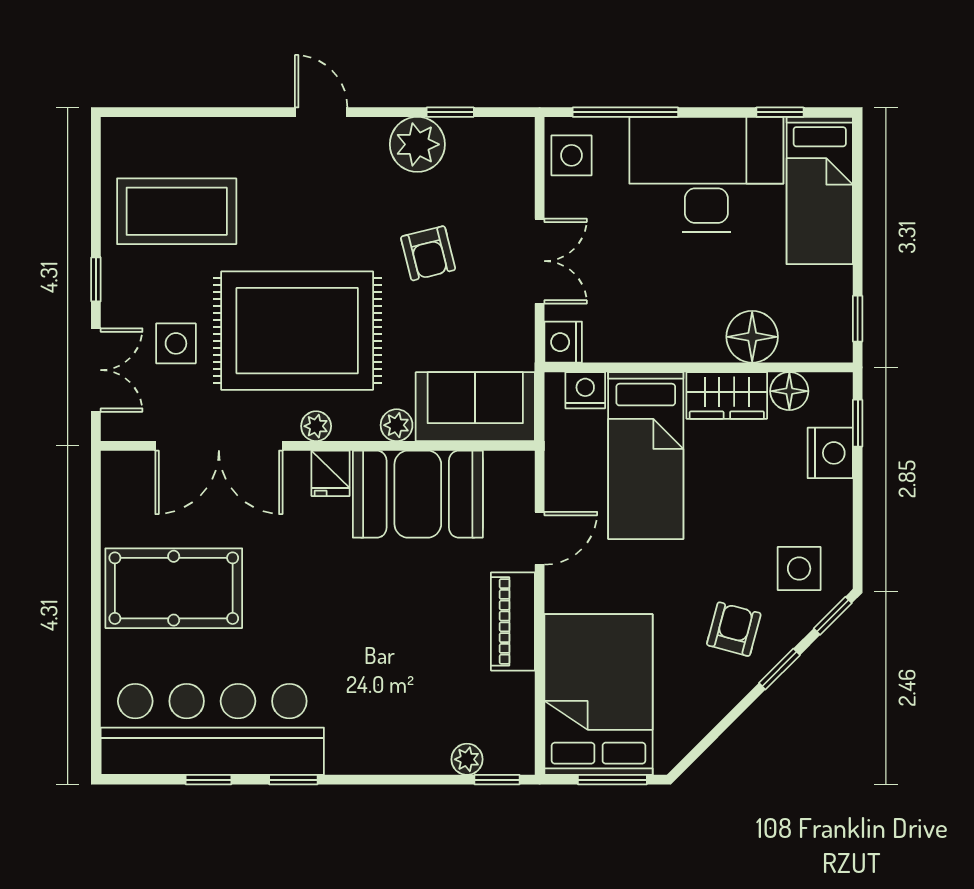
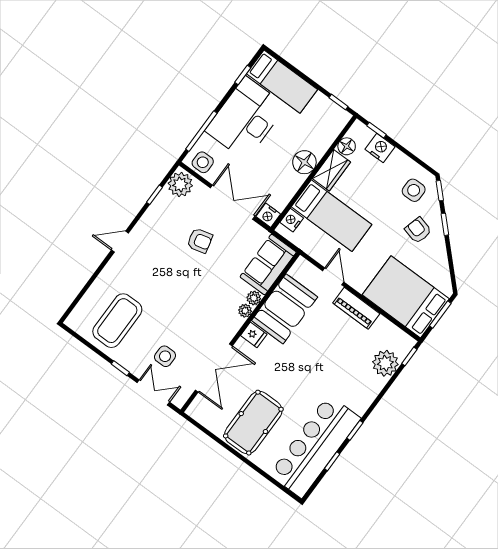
plant: (417, 144) -> (180, 184), moved
double door: (540, 261) -> (233, 202), width x1.37
rug: (297, 331) -> (193, 309), removed
floor lamp: (752, 337) -> (304, 162), moved
plant: (316, 426) -> (245, 311), moved
plant: (467, 759) -> (385, 363), width x1.88, depth x1.88

